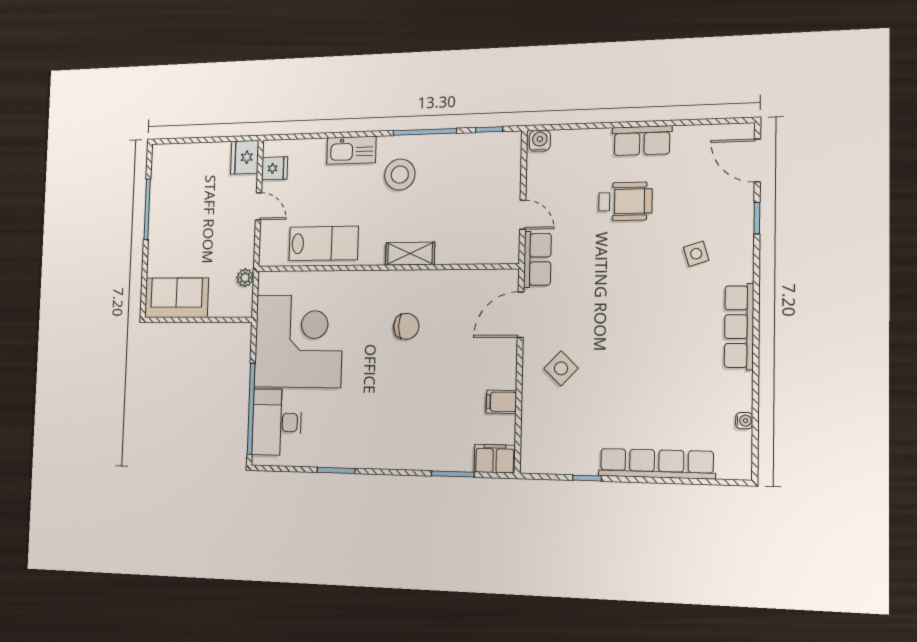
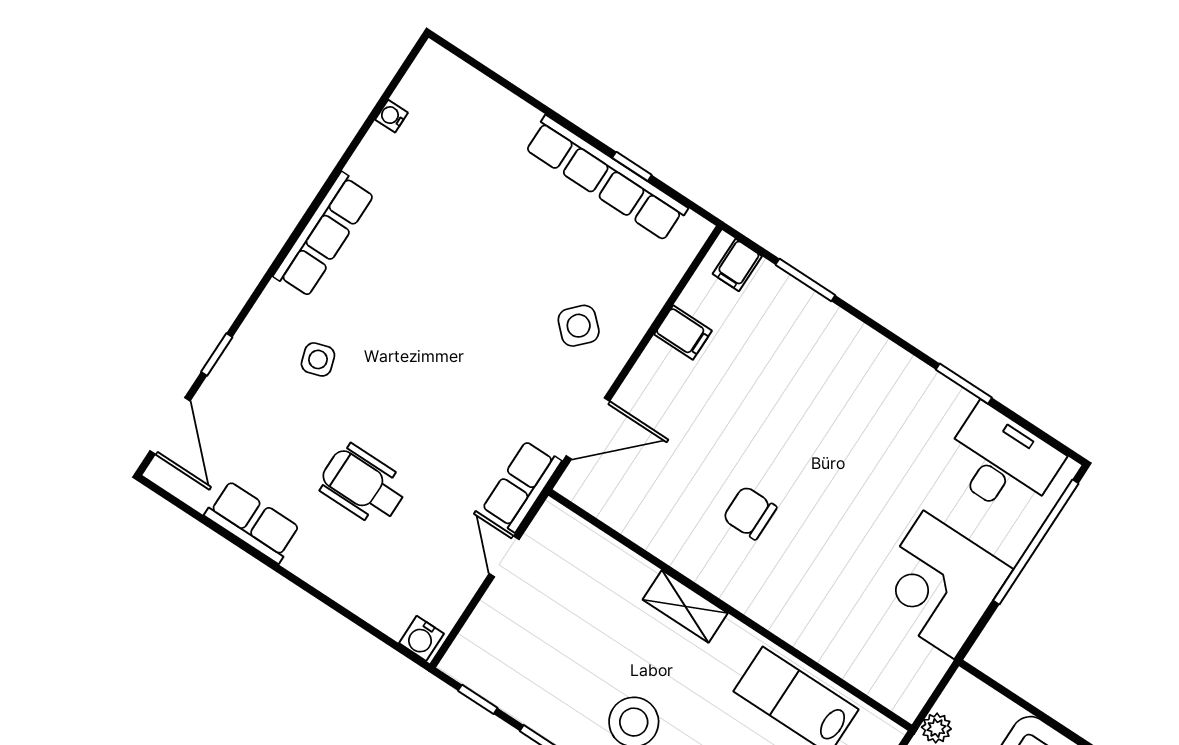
row of seats: (642, 141) -> (253, 522), moved
corner desk: (299, 341) -> (939, 585), width x0.74, depth x0.74
desk: (277, 422) -> (1002, 462), moved, turned -90
filing cabinet: (495, 459) -> (737, 265), width x0.50
row of seats: (657, 464) -> (606, 178), moved

